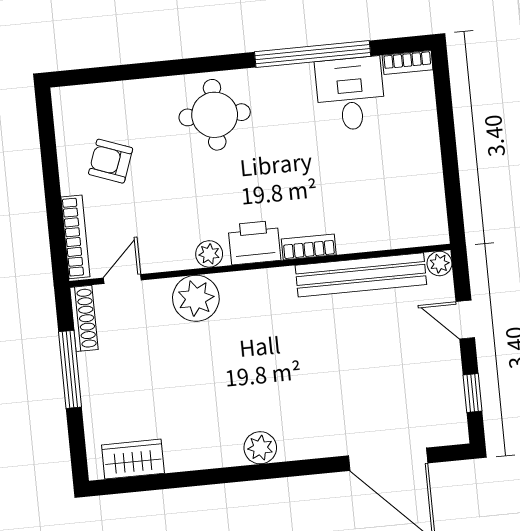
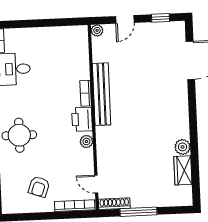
bench: (361, 275) -> (102, 94), moved
plant: (196, 298) -> (107, 149), removed
plant: (260, 448) -> (182, 147), moved
wardrobe: (133, 459) -> (183, 170), moved

